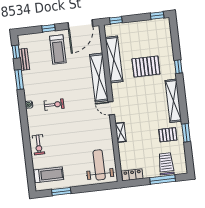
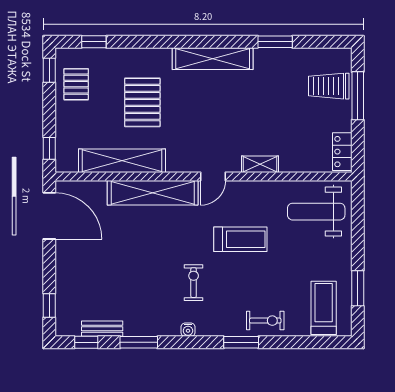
window: (49, 28) -> (49, 305), moved
treadmill: (58, 49) -> (240, 239), moved
window: (178, 67) -> (94, 42), moved
window: (26, 133) -> (241, 342), added
pallet: (168, 135) -> (76, 84), moved

